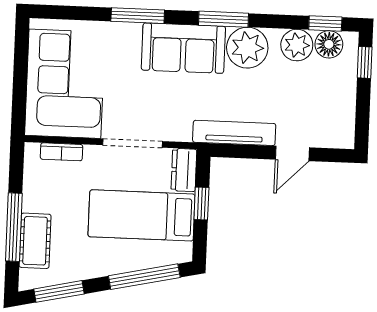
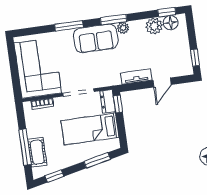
plant: (247, 48) -> (123, 28), width x0.53, depth x0.53
window: (365, 62) -> (195, 58), moved
tv unit: (234, 133) -> (136, 77), width x0.71
window: (201, 203) -> (118, 104), moved
window: (144, 277) -> (97, 160), width x0.69
window: (59, 291) -> (54, 176), width x0.67

